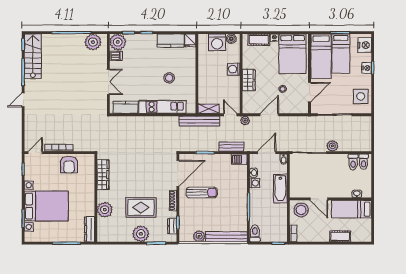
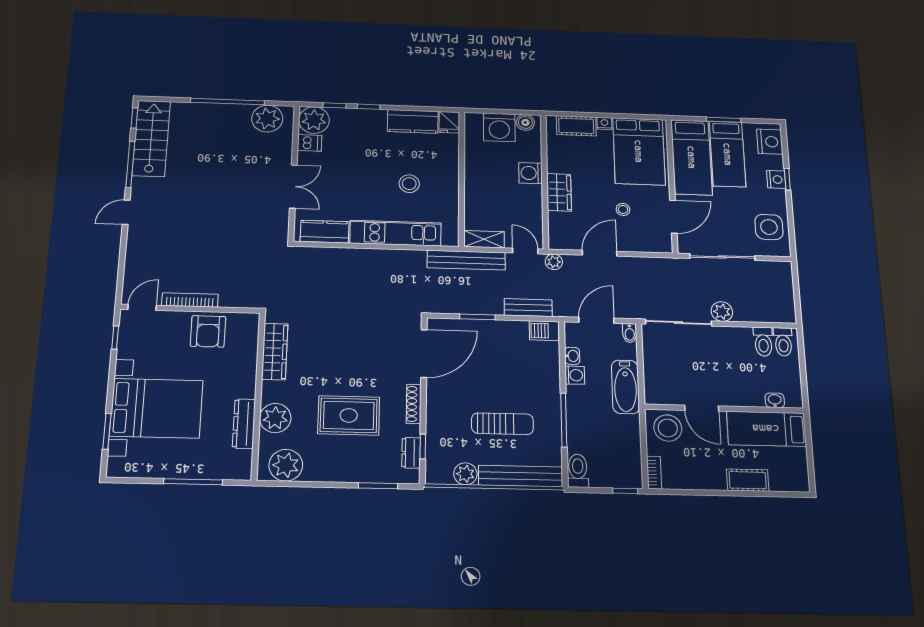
sun lounger: (202, 192) -> (502, 424), moved
dresser: (89, 229) -> (244, 424), moved
plant: (141, 234) -> (286, 465), moved

